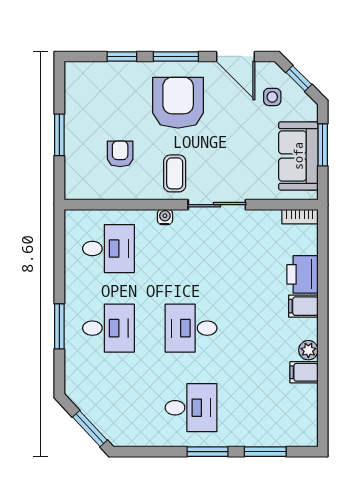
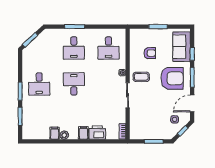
sofa: (298, 156) -> (182, 47), moved, turned -90

